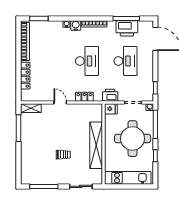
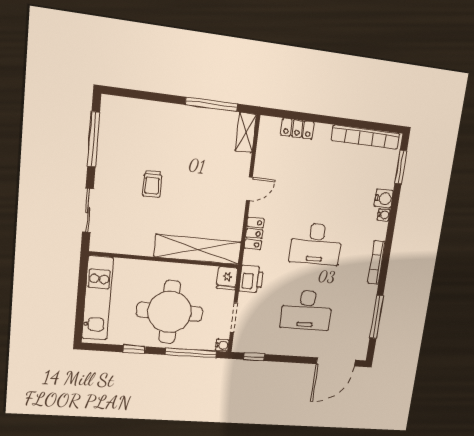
water cooler: (76, 25) -> (384, 198), moved
printer: (127, 28) -> (360, 317), removed
locker: (25, 76) -> (297, 129), width x0.66
shelving: (96, 145) -> (198, 249), moved

